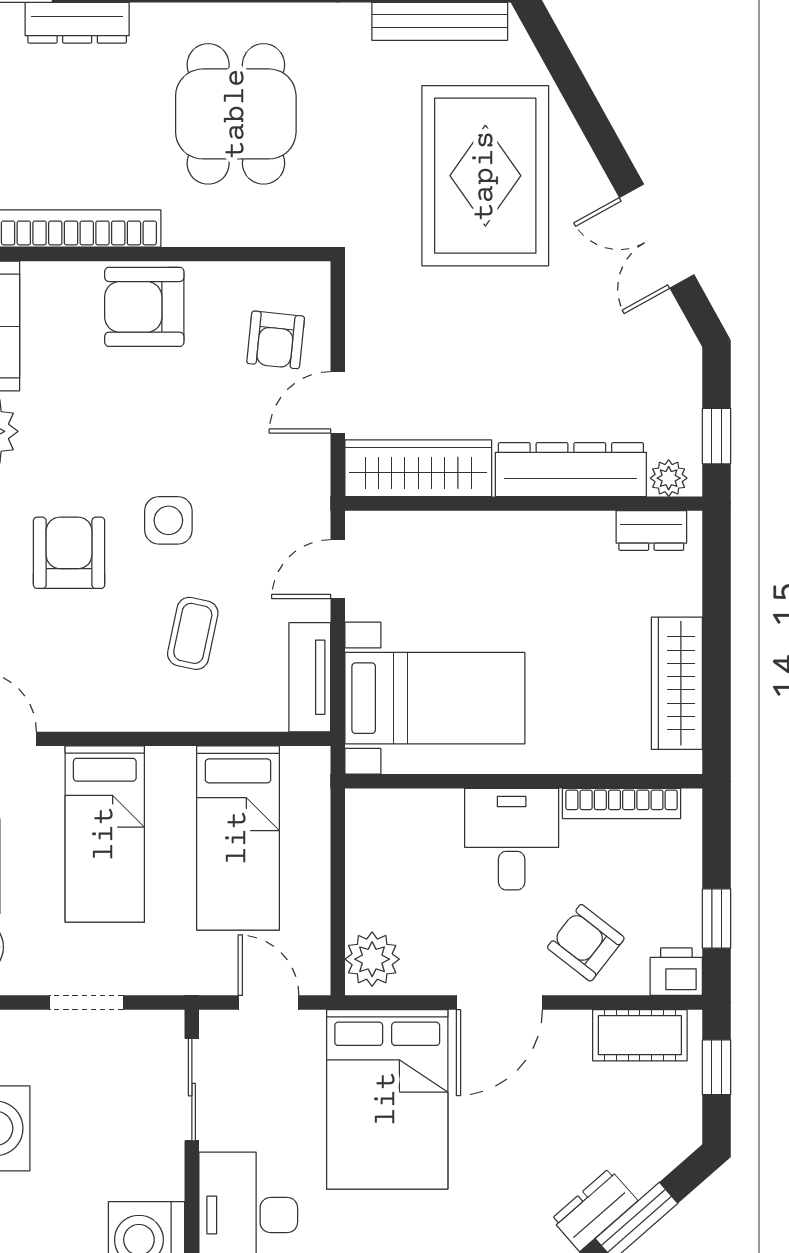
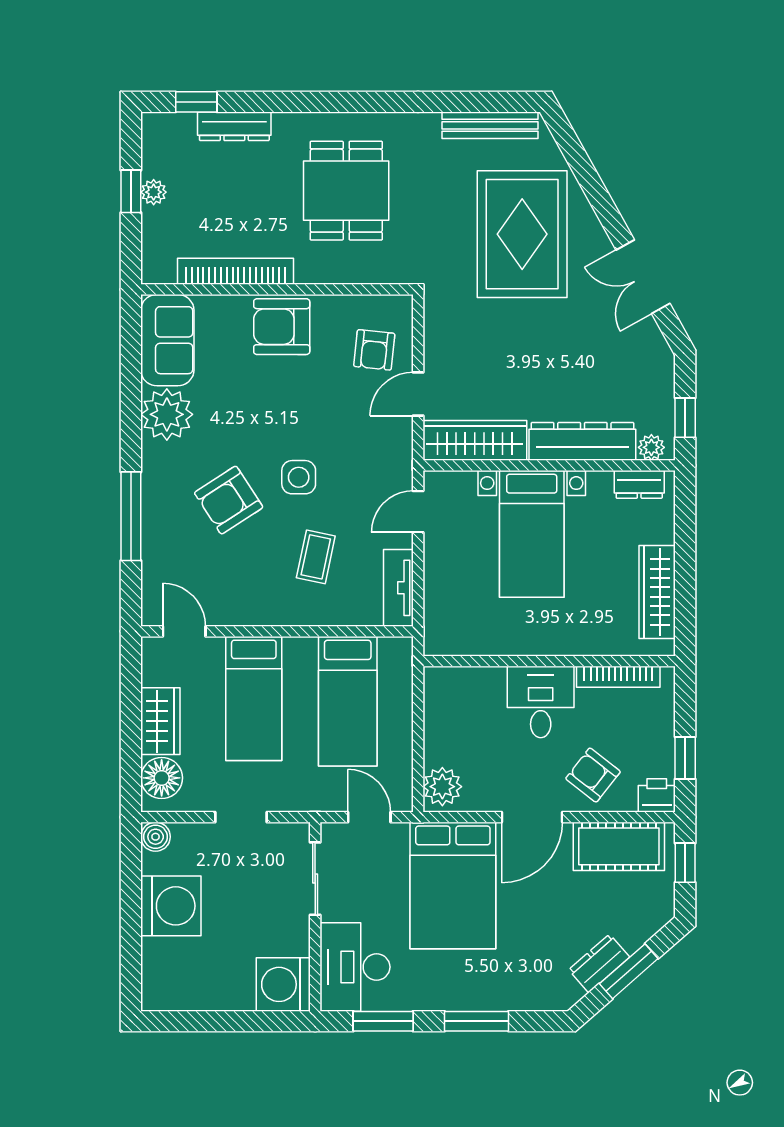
armchair: (69, 553) -> (229, 500), turned -123
bed with nightstands: (435, 698) -> (532, 534), moved, turned 90
cot: (640, 1035) -> (619, 846), width x1.37, depth x1.34

